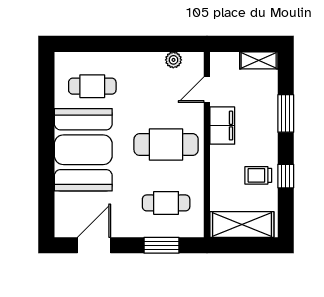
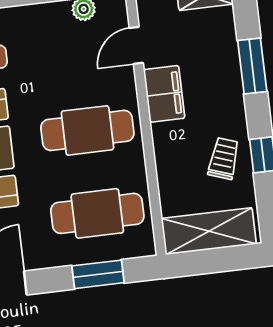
trolley: (258, 175) -> (224, 159), turned 109
cafe table: (166, 203) -> (97, 213), width x1.37, depth x1.35

